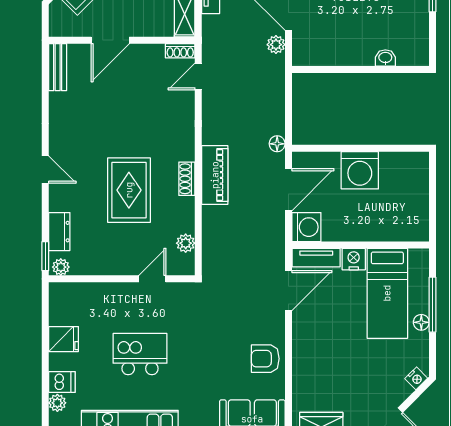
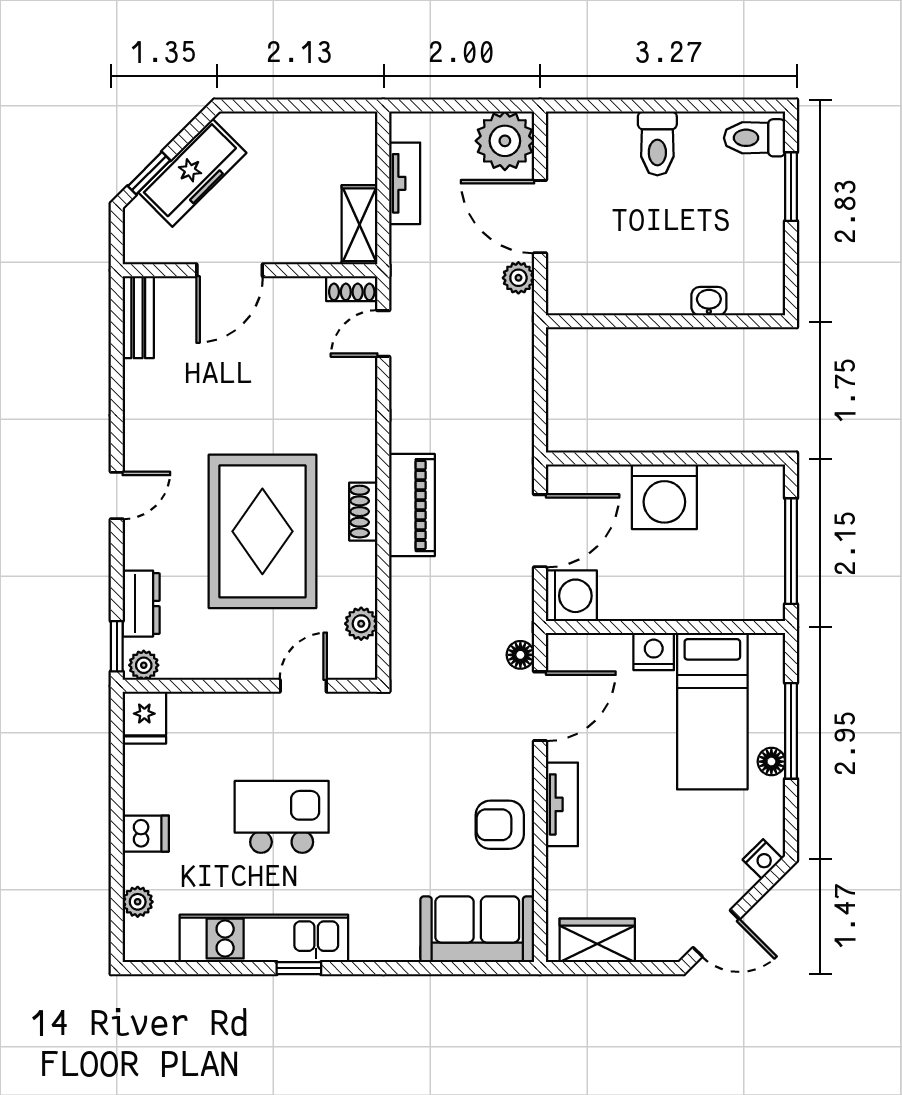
floor lamp: (277, 144) -> (520, 655), moved
door: (45, 170) -> (117, 495), hinge flipped
rug: (129, 190) -> (262, 531), width x1.37, depth x1.44
window: (432, 201) -> (791, 551), added
tv unit: (316, 258) -> (562, 804), moved, turned -90
fridge: (64, 339) -> (144, 718), moved, turned 90
dishwasher: (62, 382) -> (146, 834), moved

